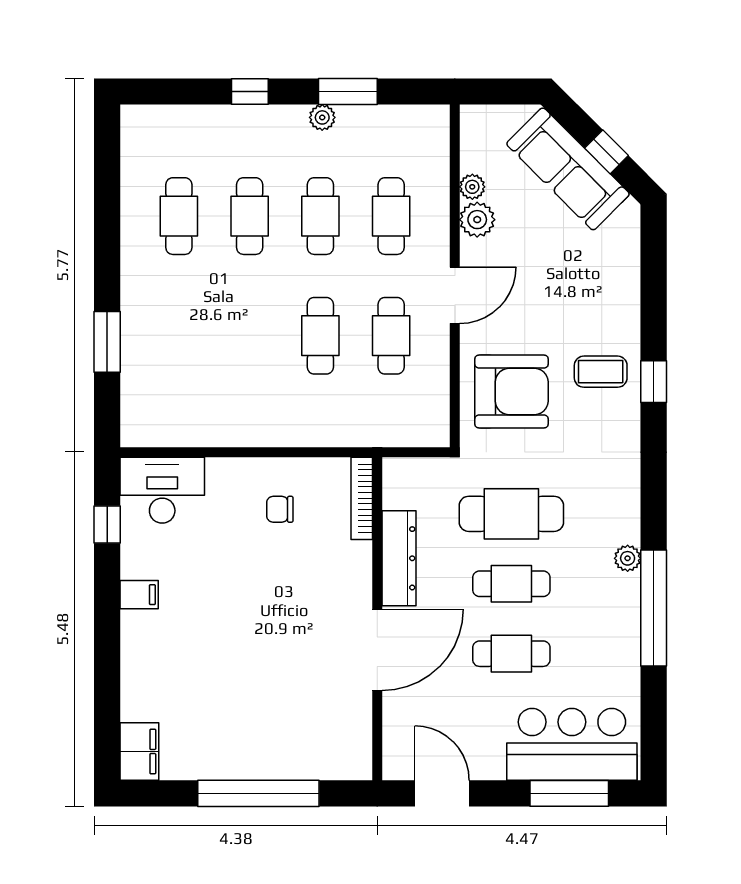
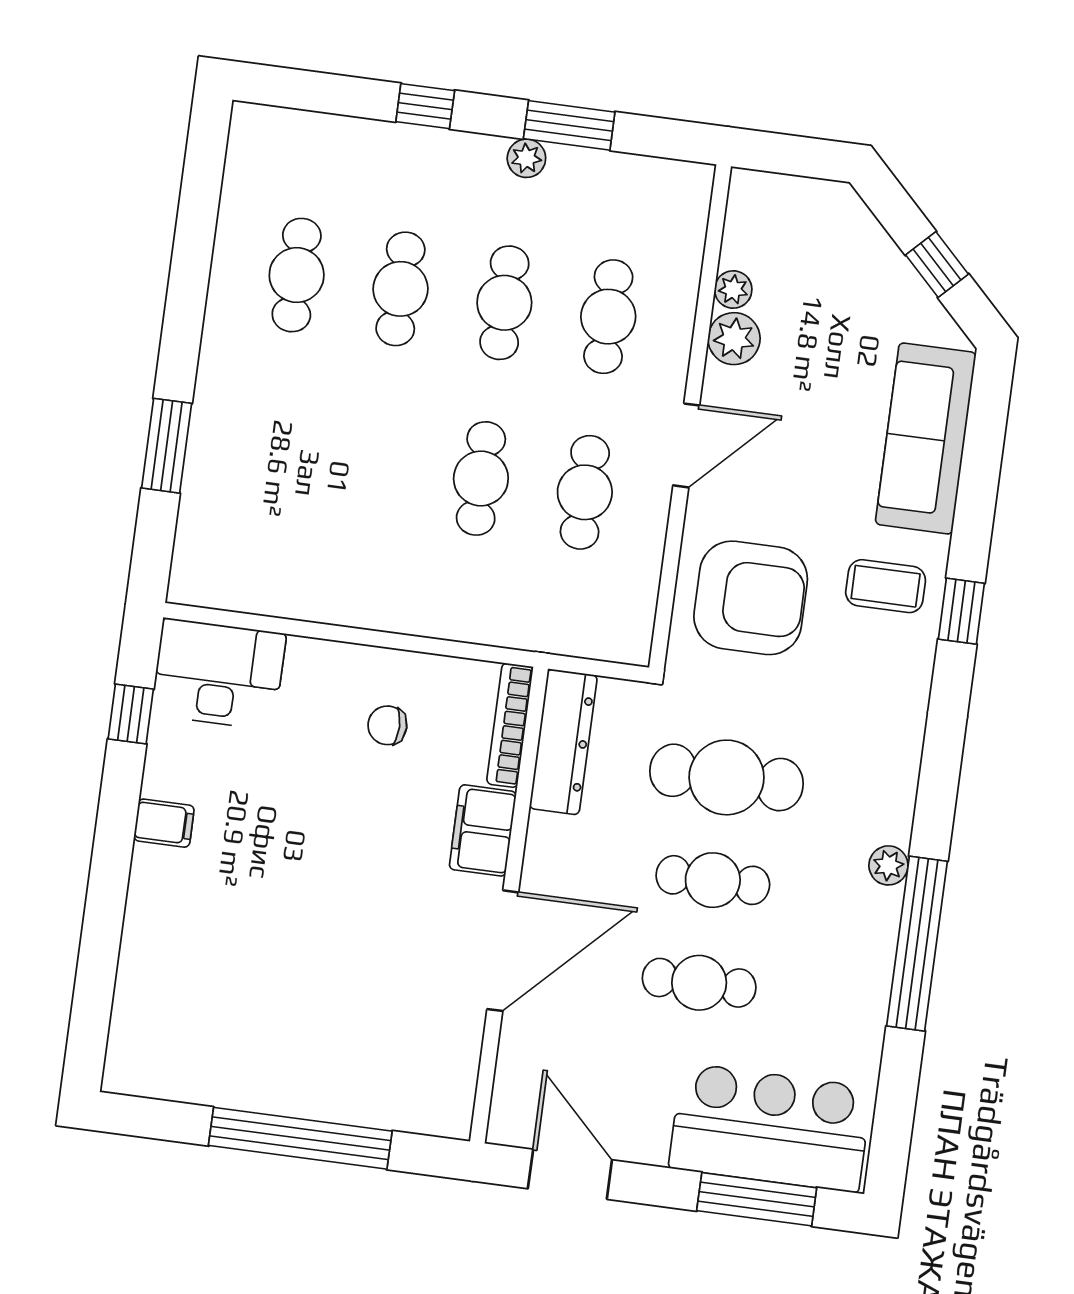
sofa: (568, 169) -> (926, 438), moved, turned 45
dresser: (399, 558) -> (563, 742), moved
filing cabinet: (139, 751) -> (483, 830), moved, turned 180

